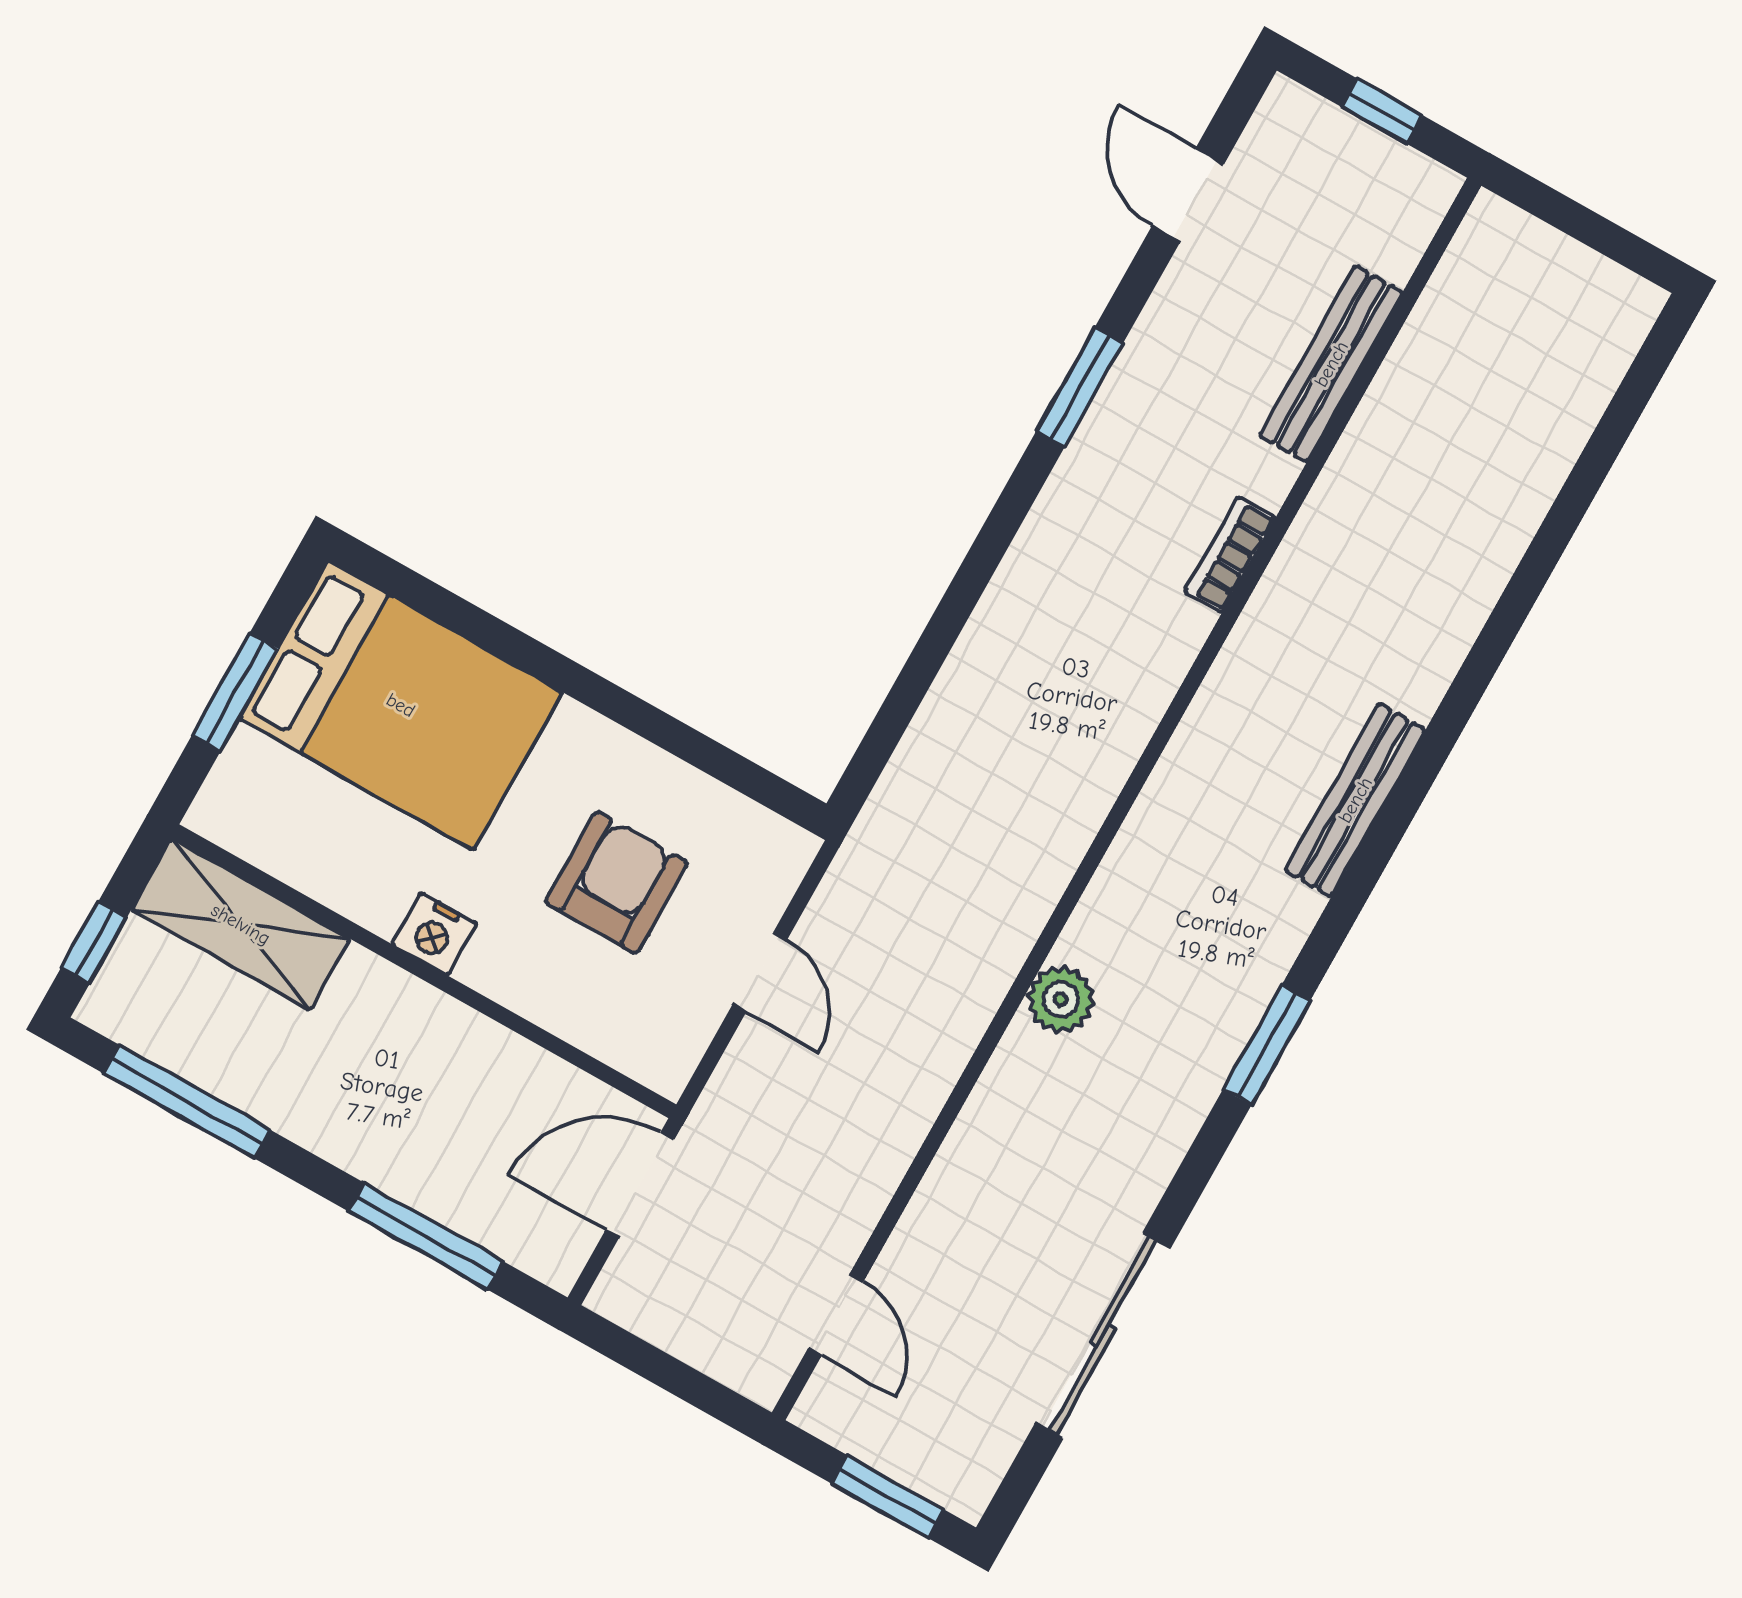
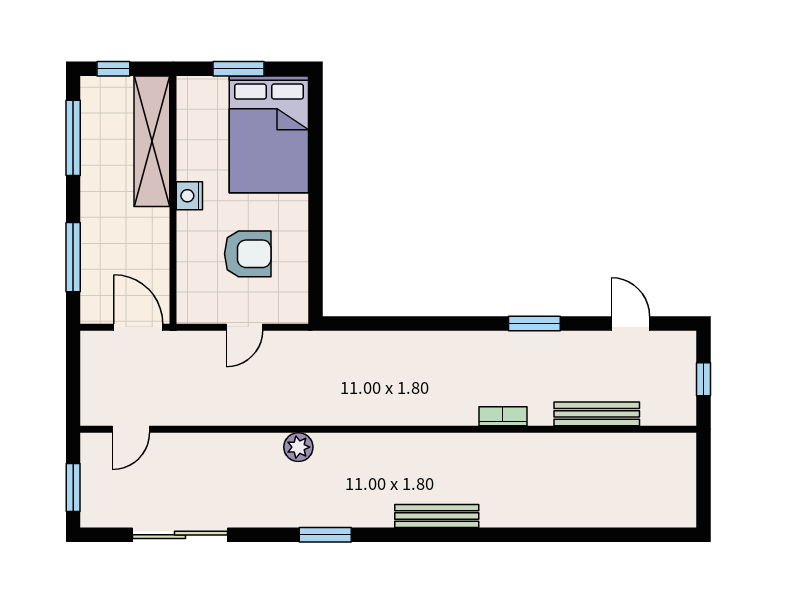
door: (1188, 195) -> (630, 324), hinge flipped
shelving: (241, 924) -> (152, 141), width x1.47

